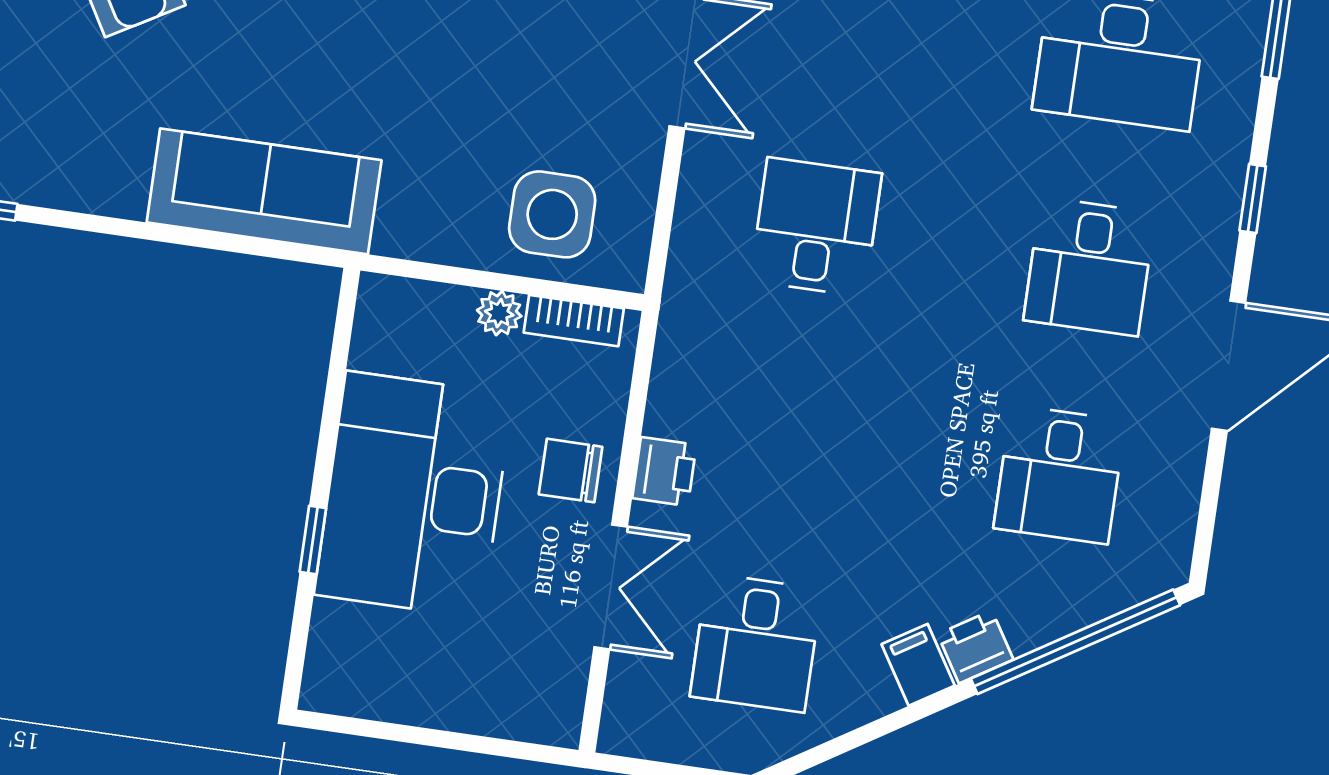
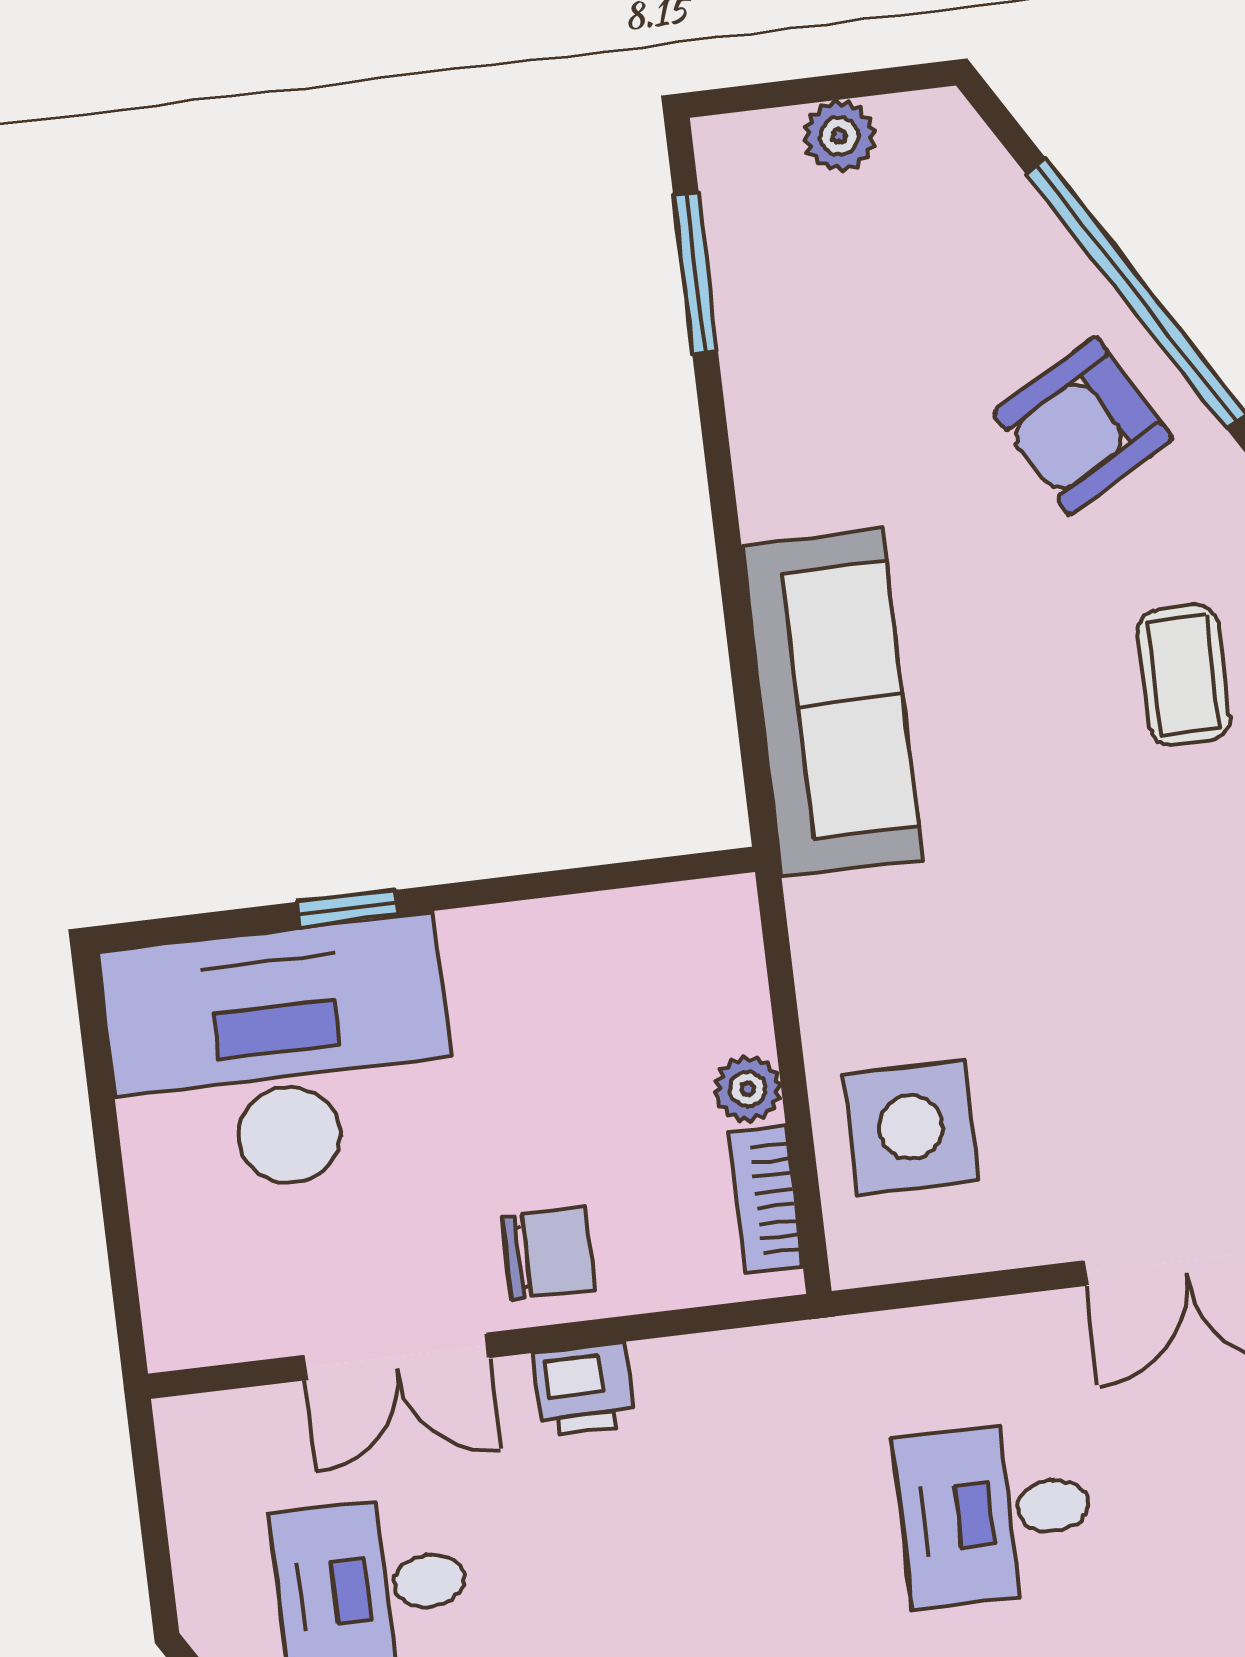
desk: (816, 227) -> (995, 1513), turned 180
chair: (571, 471) -> (548, 1253), turned 90
desk: (414, 495) -> (280, 1057), moved

